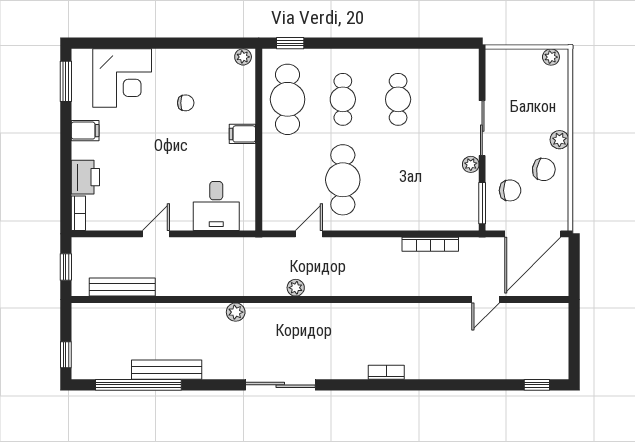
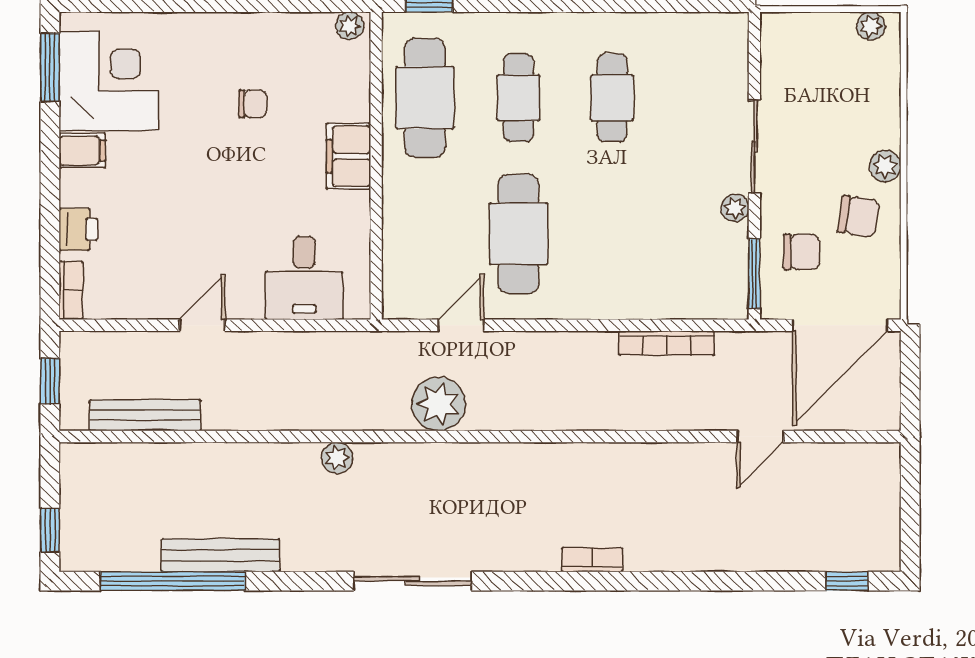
corner desk: (122, 78) -> (109, 81), moved, turned -90
filing cabinet: (242, 134) -> (349, 156), width x2.00
printer: (85, 177) -> (78, 229), width x0.73, depth x0.81
plant: (296, 288) -> (439, 404), width x1.87, depth x1.87

